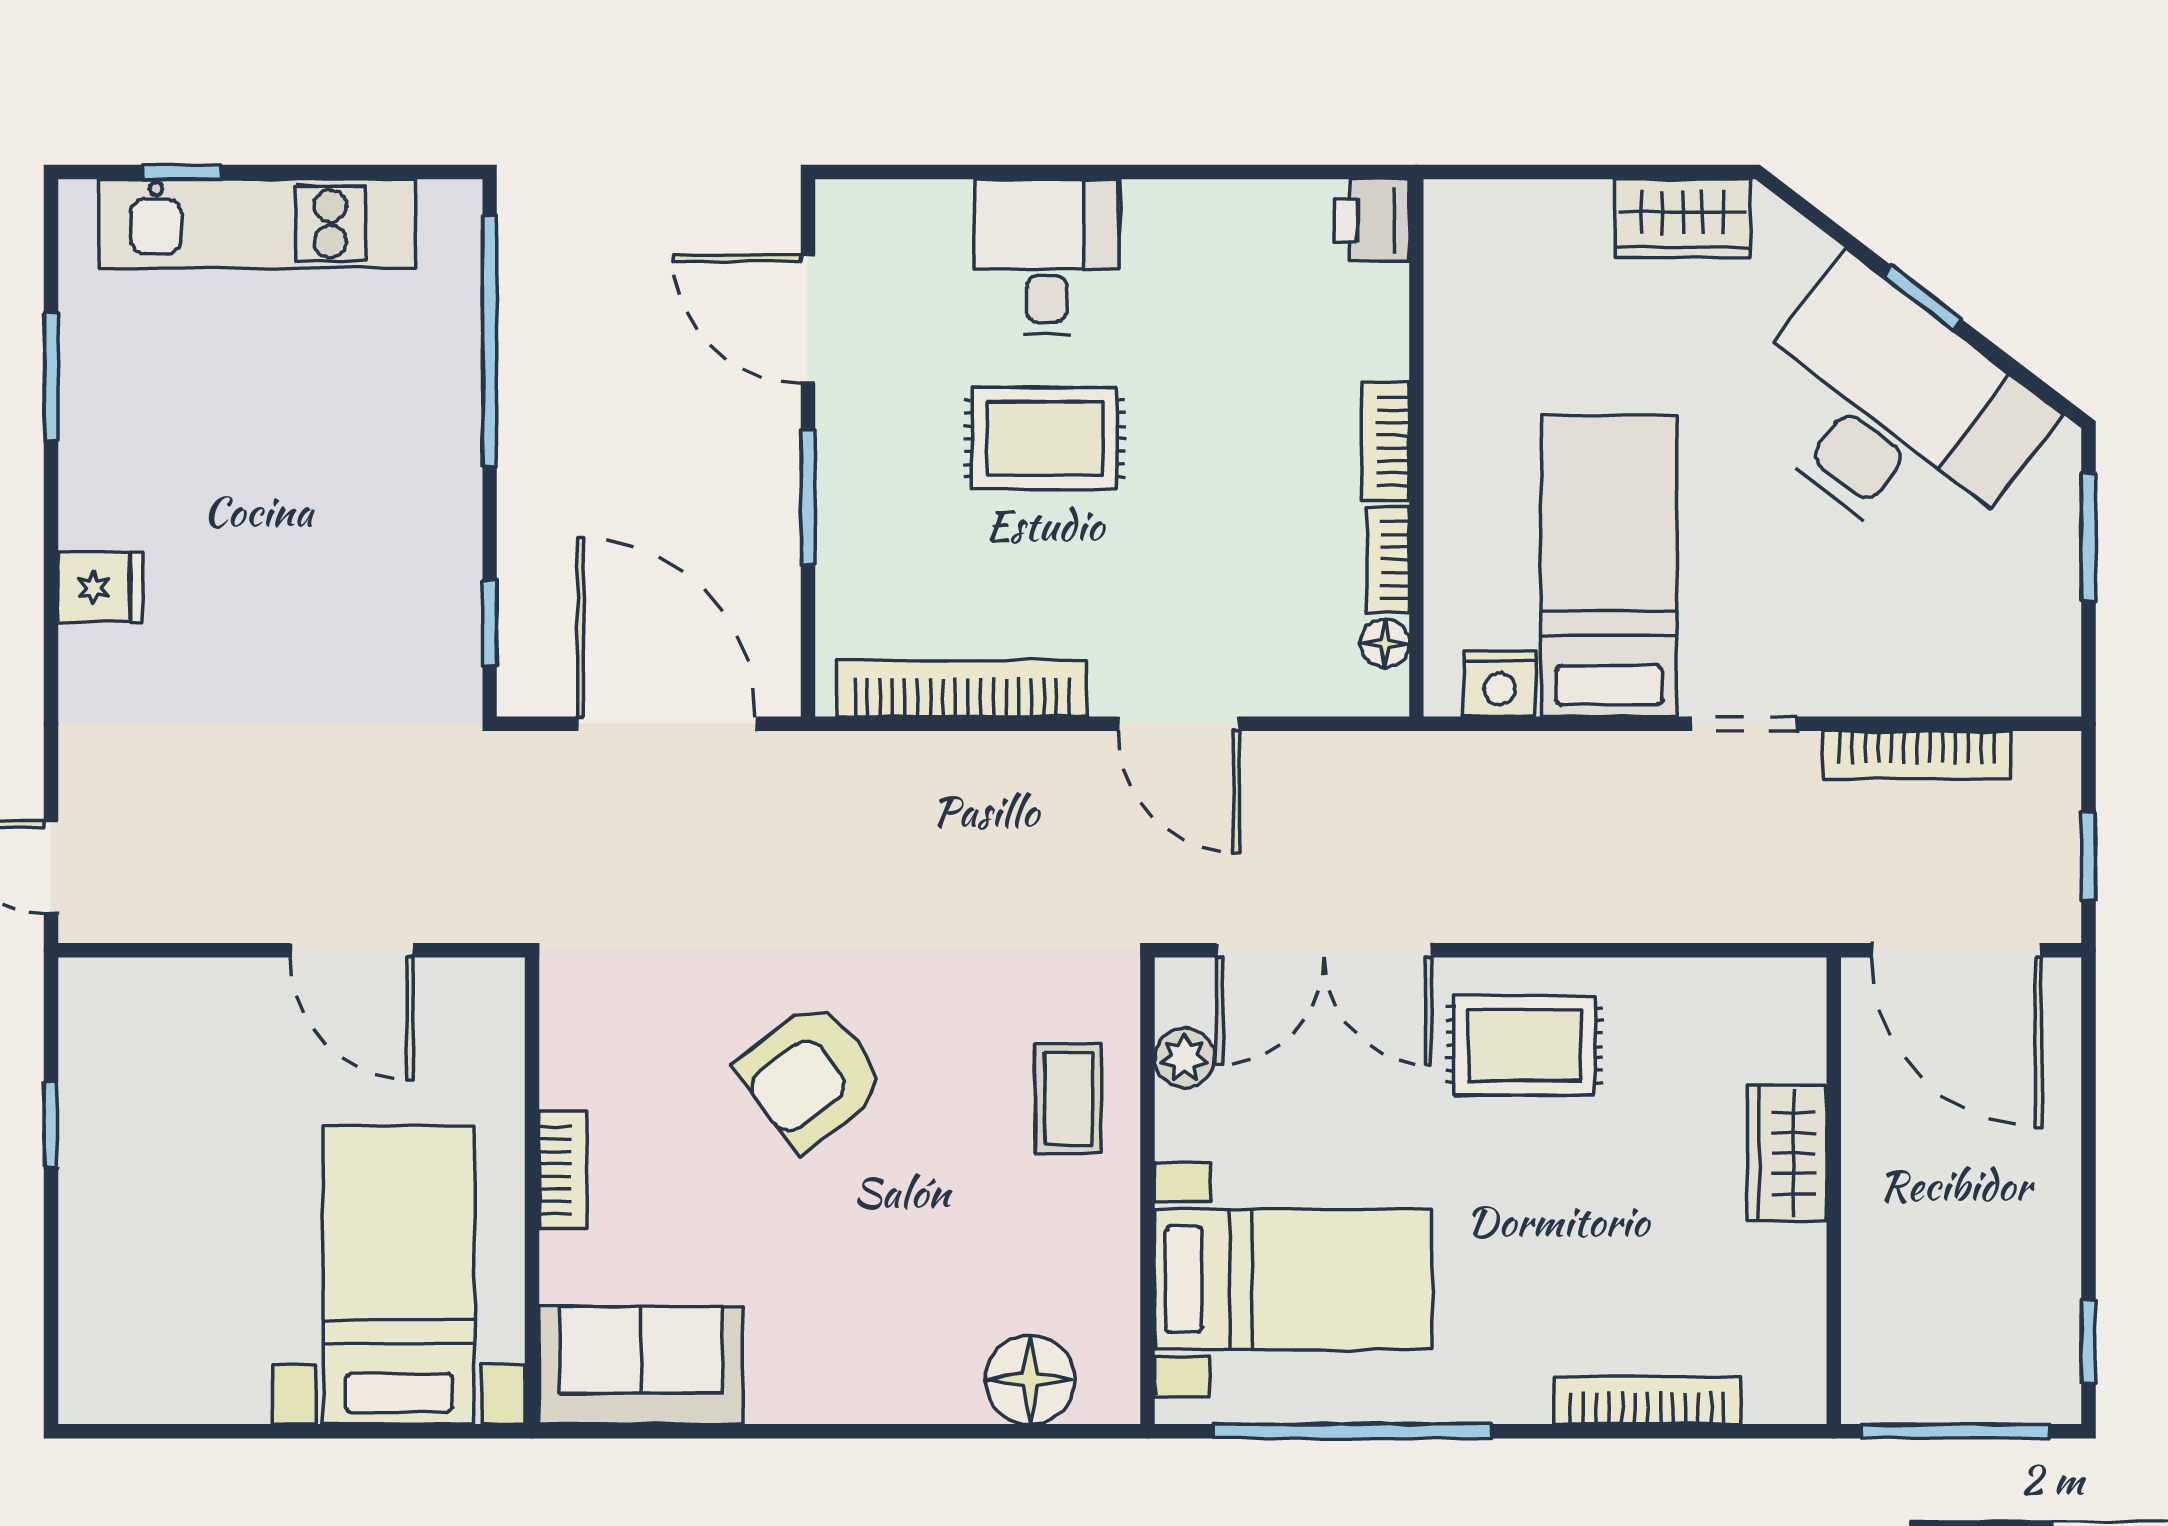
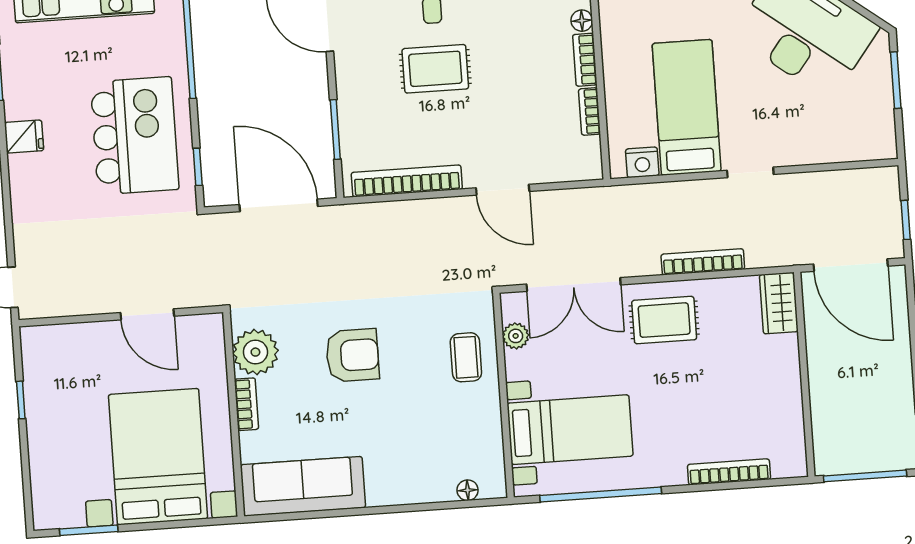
window: (808, 498) -> (335, 130), moved
kitchen island: (351, 543) -> (135, 136), added
fridge: (100, 587) -> (24, 137), moved
floor lamp: (1385, 643) -> (582, 21), moved
bookcase: (1917, 755) -> (703, 262), moved, turned 180
plant: (591, 1053) -> (255, 352), added
armchair: (811, 1076) -> (352, 355), turned -143
wardrobe: (1787, 1153) -> (779, 303), moved
bed with nightstands: (399, 1275) -> (158, 457), width x1.36
sofa: (641, 1365) -> (303, 486), width x1.36
floor lamp: (1030, 1379) -> (468, 490), width x0.53, depth x0.53
window: (185, 1431) -> (89, 530), added

